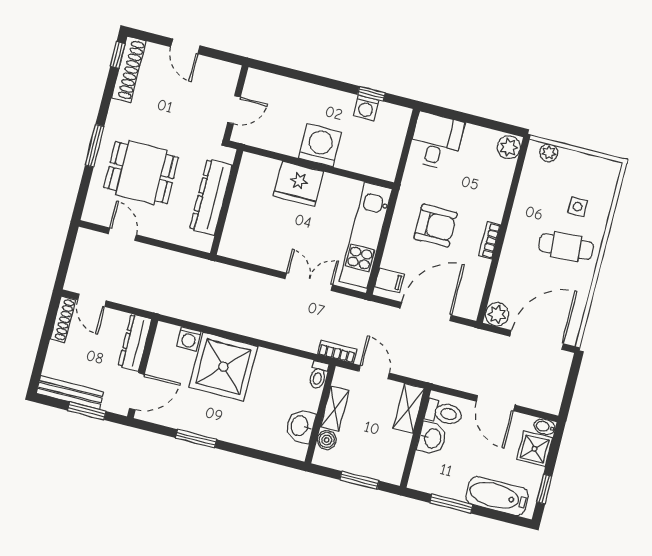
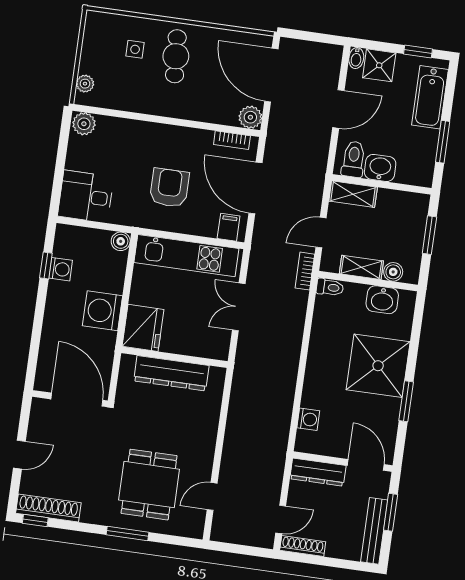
door: (234, 110) -> (77, 400), width x1.87
boiler: (387, 171) -> (121, 241), added
dresser: (211, 197) -> (171, 373), moved
wall: (227, 202) -> (174, 357), moved
bookcase: (490, 240) -> (232, 140), moved
shower: (223, 367) -> (378, 366), moved

